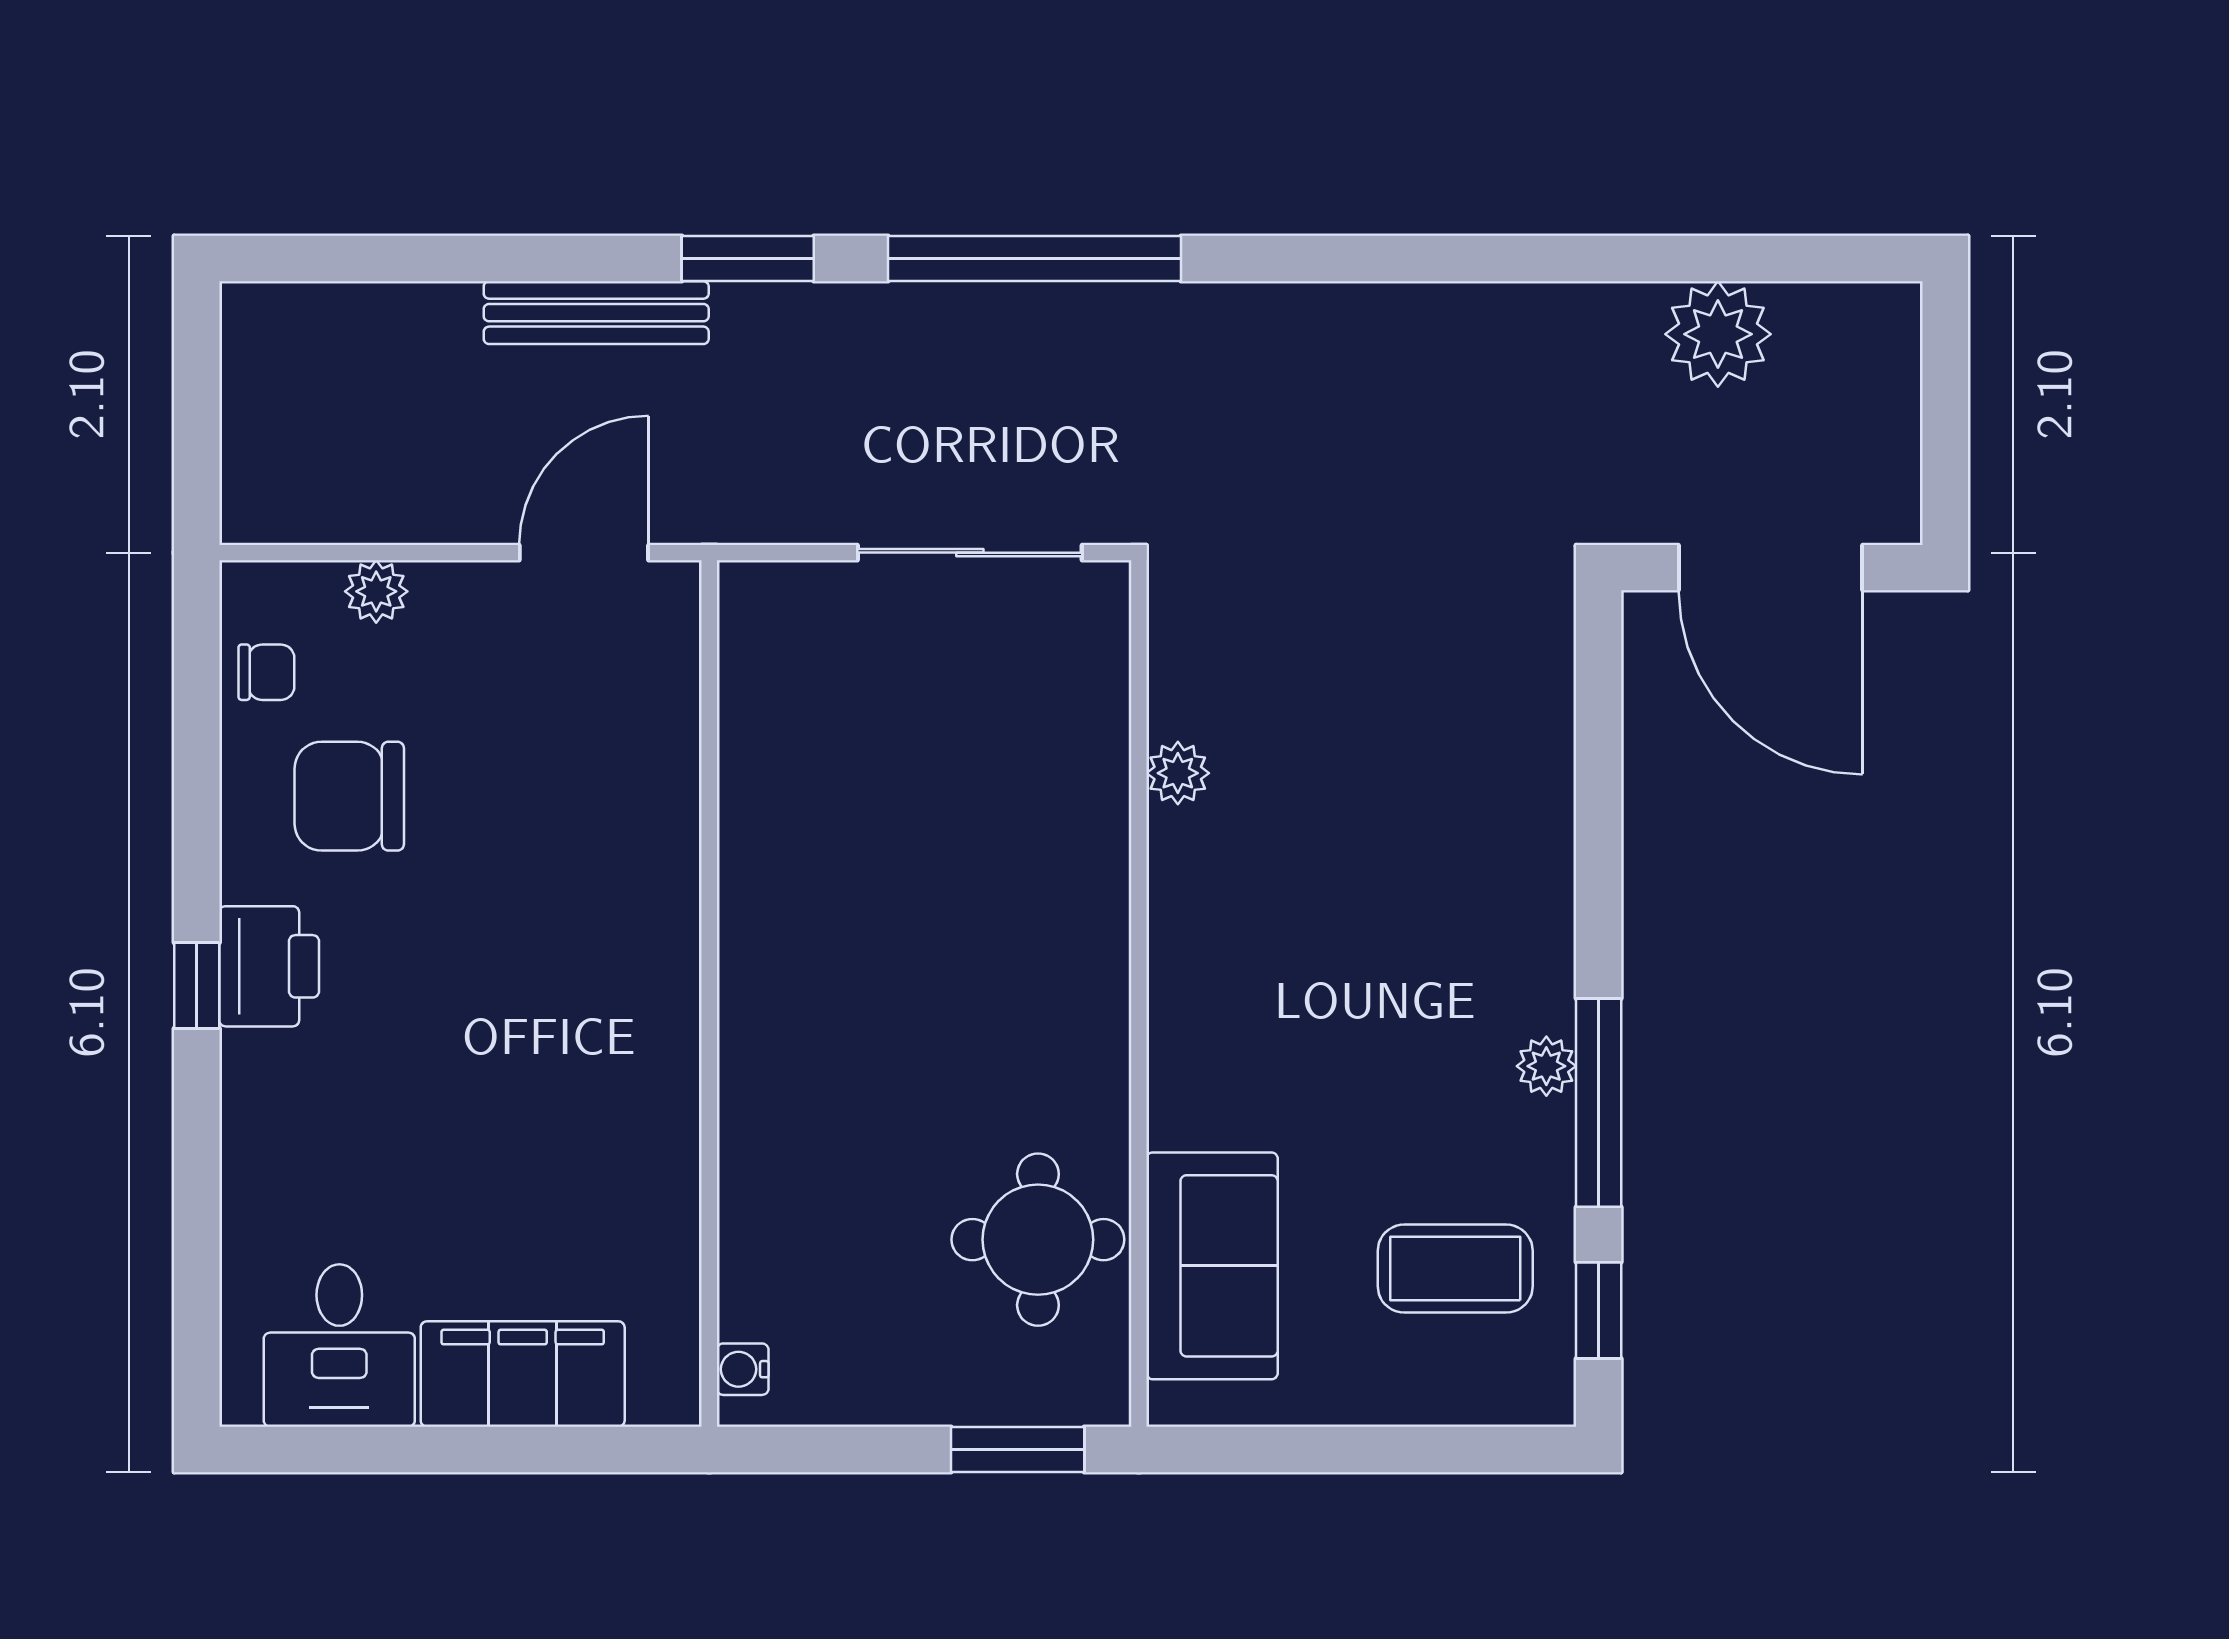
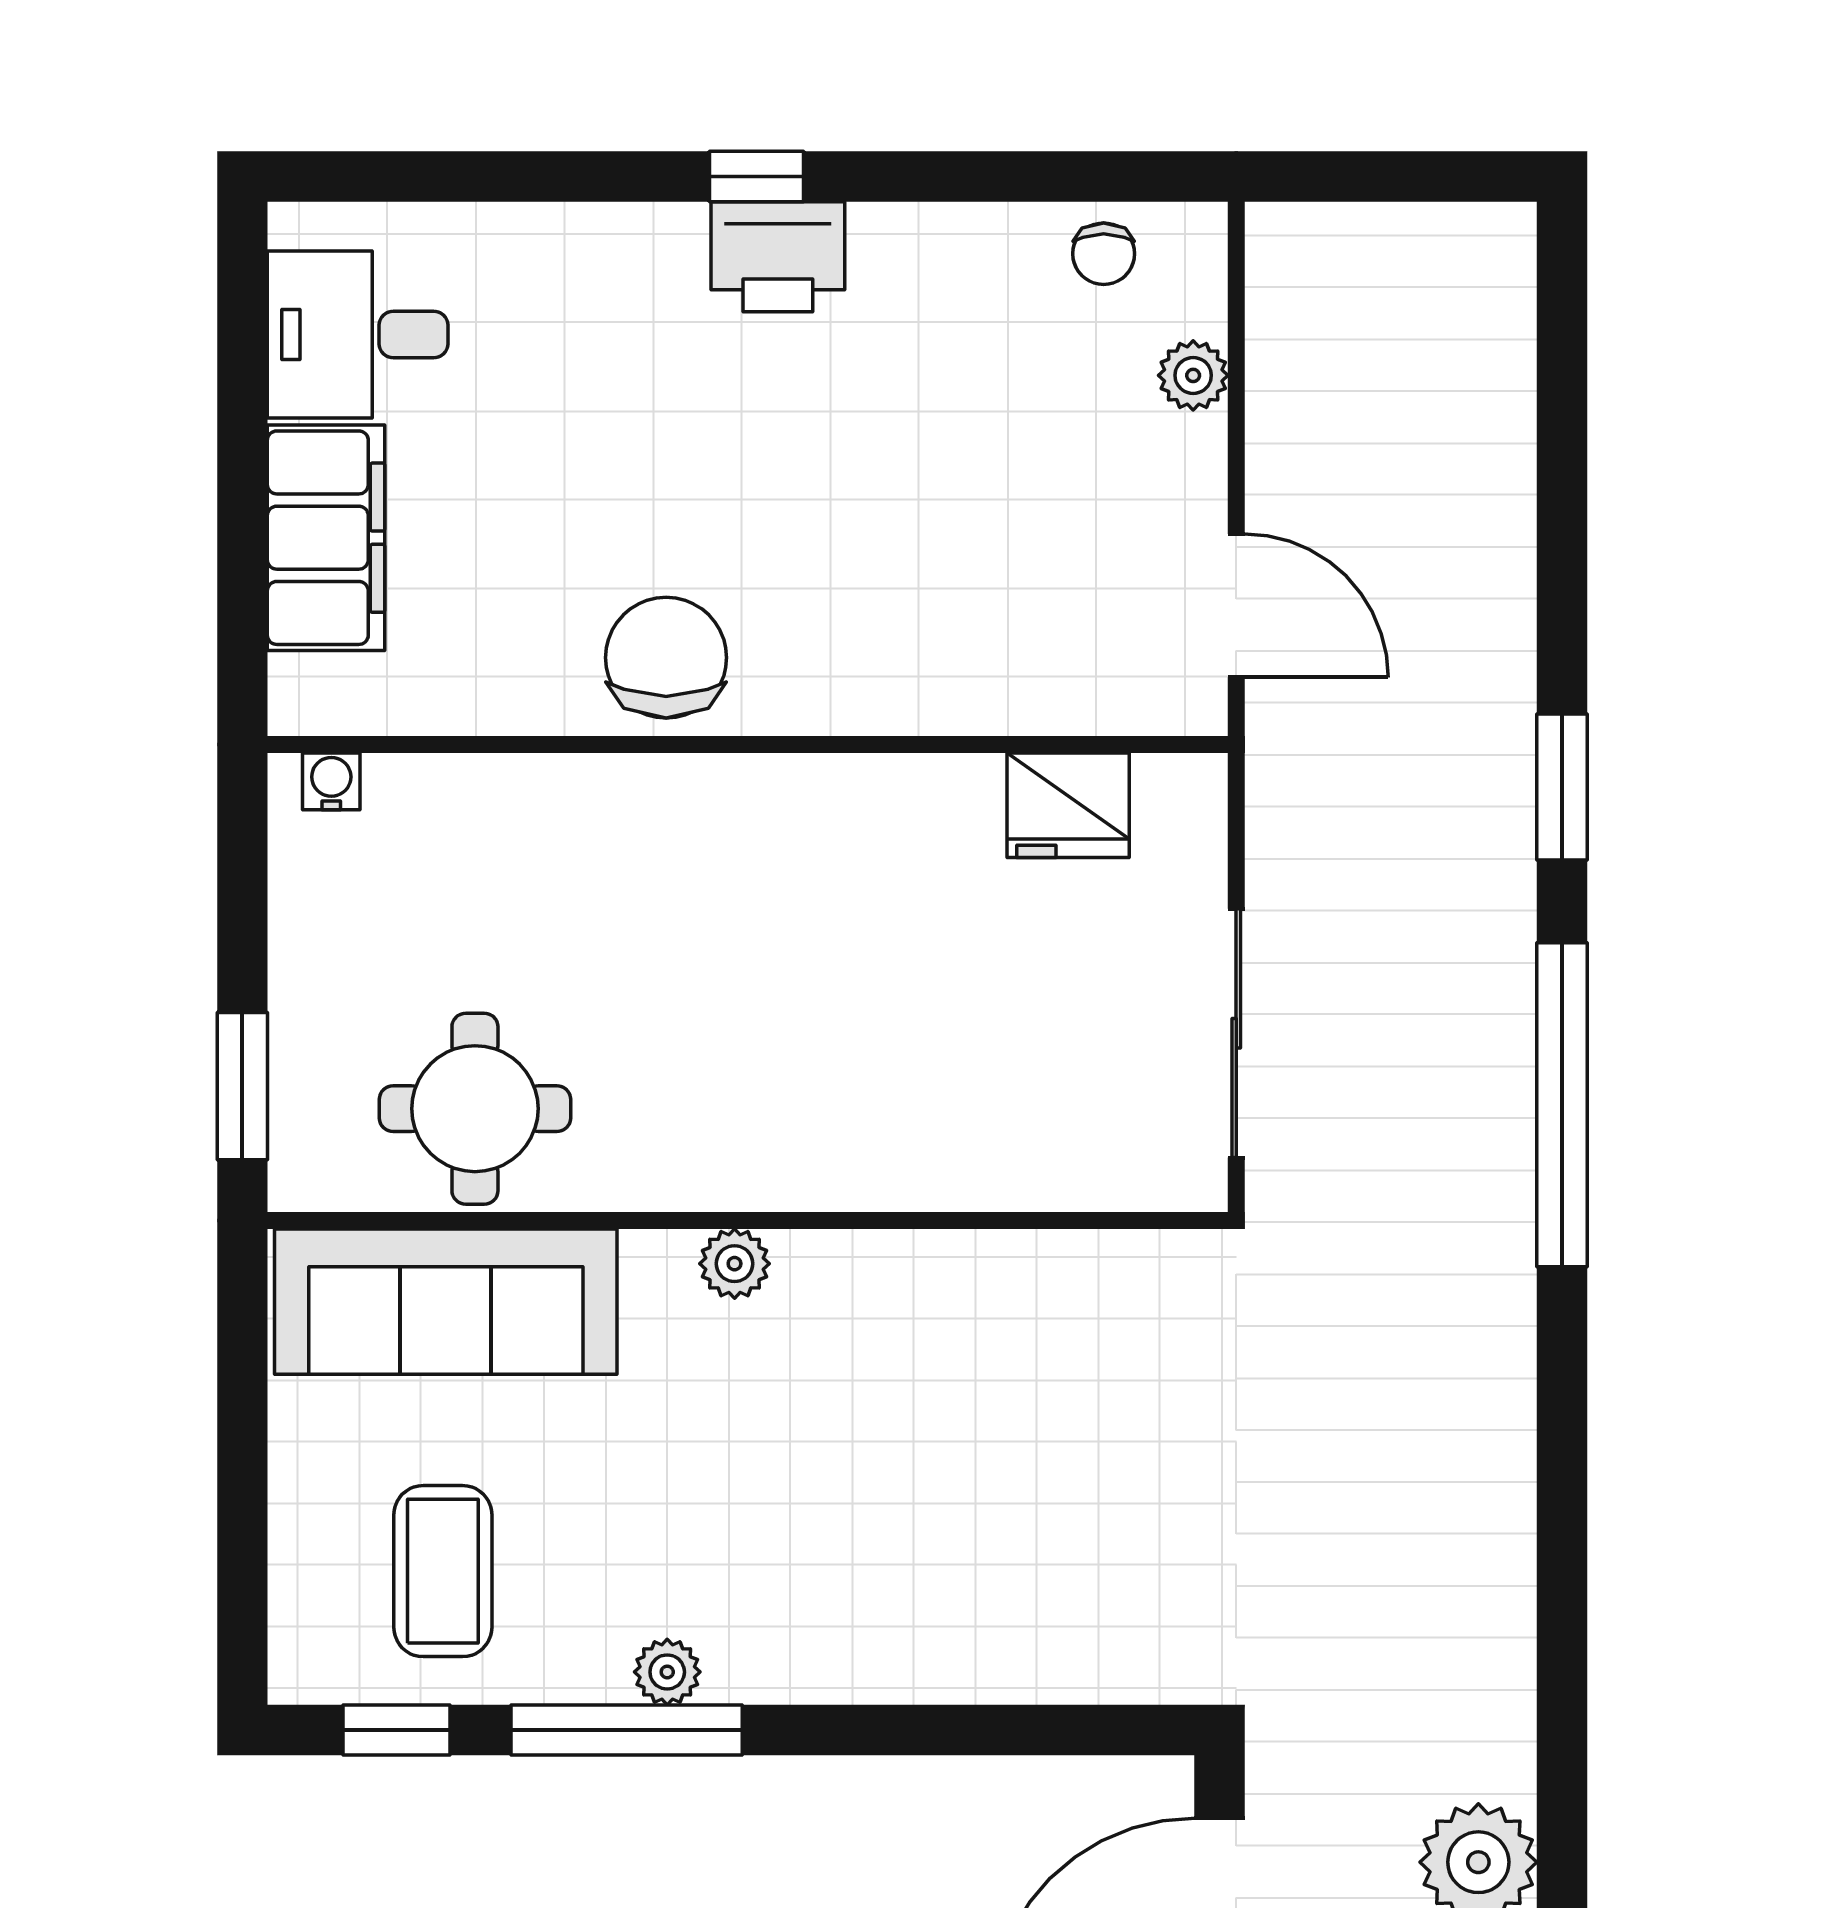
bench: (596, 313) -> (1502, 619), removed
fridge: (764, 704) -> (1068, 805), added
plant: (1178, 773) -> (735, 1264), moved
chair: (349, 796) -> (666, 658), moved
sofa: (1212, 1266) -> (446, 1302), width x1.36

